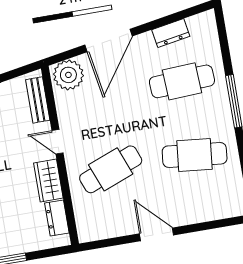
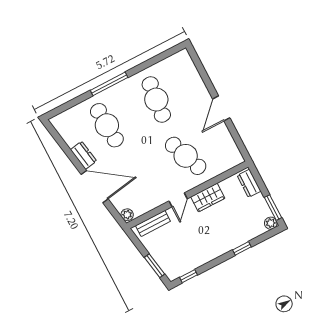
dresser: (171, 33) -> (83, 155), moved
plant: (68, 75) -> (127, 215), width x0.53, depth x0.53
dresser: (57, 218) -> (249, 183), moved, turned 90

